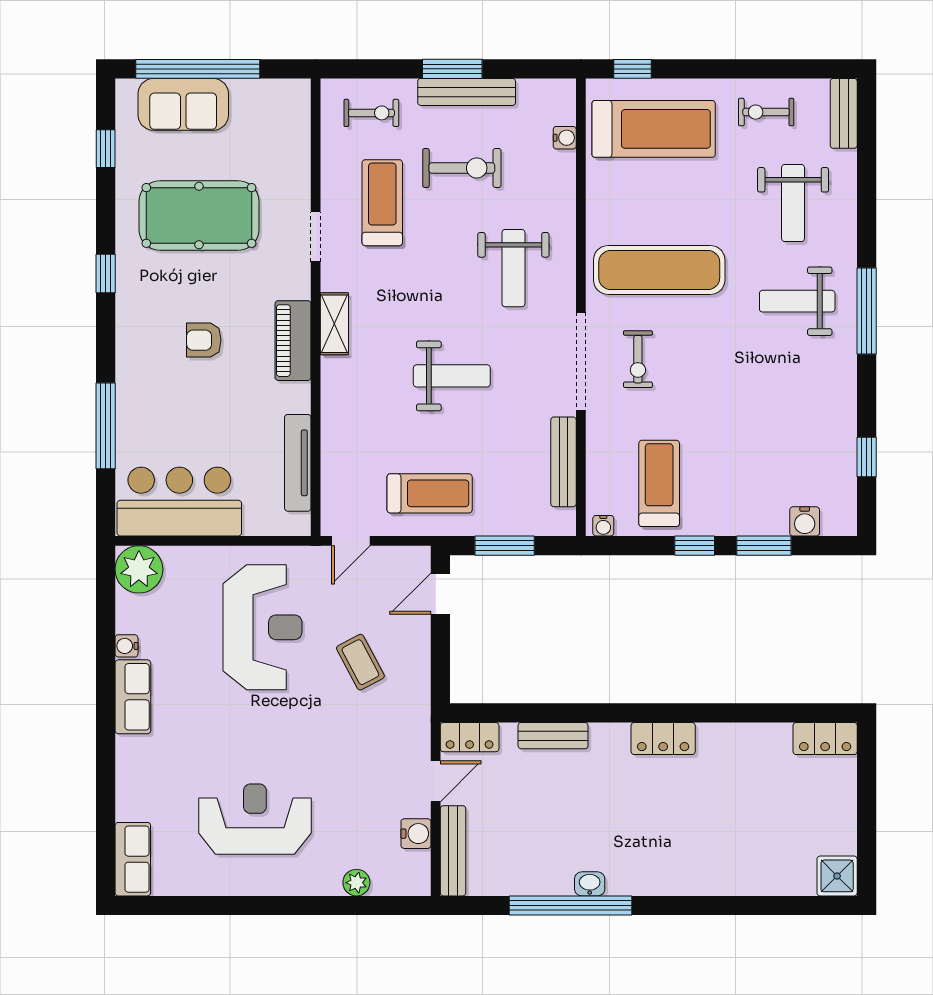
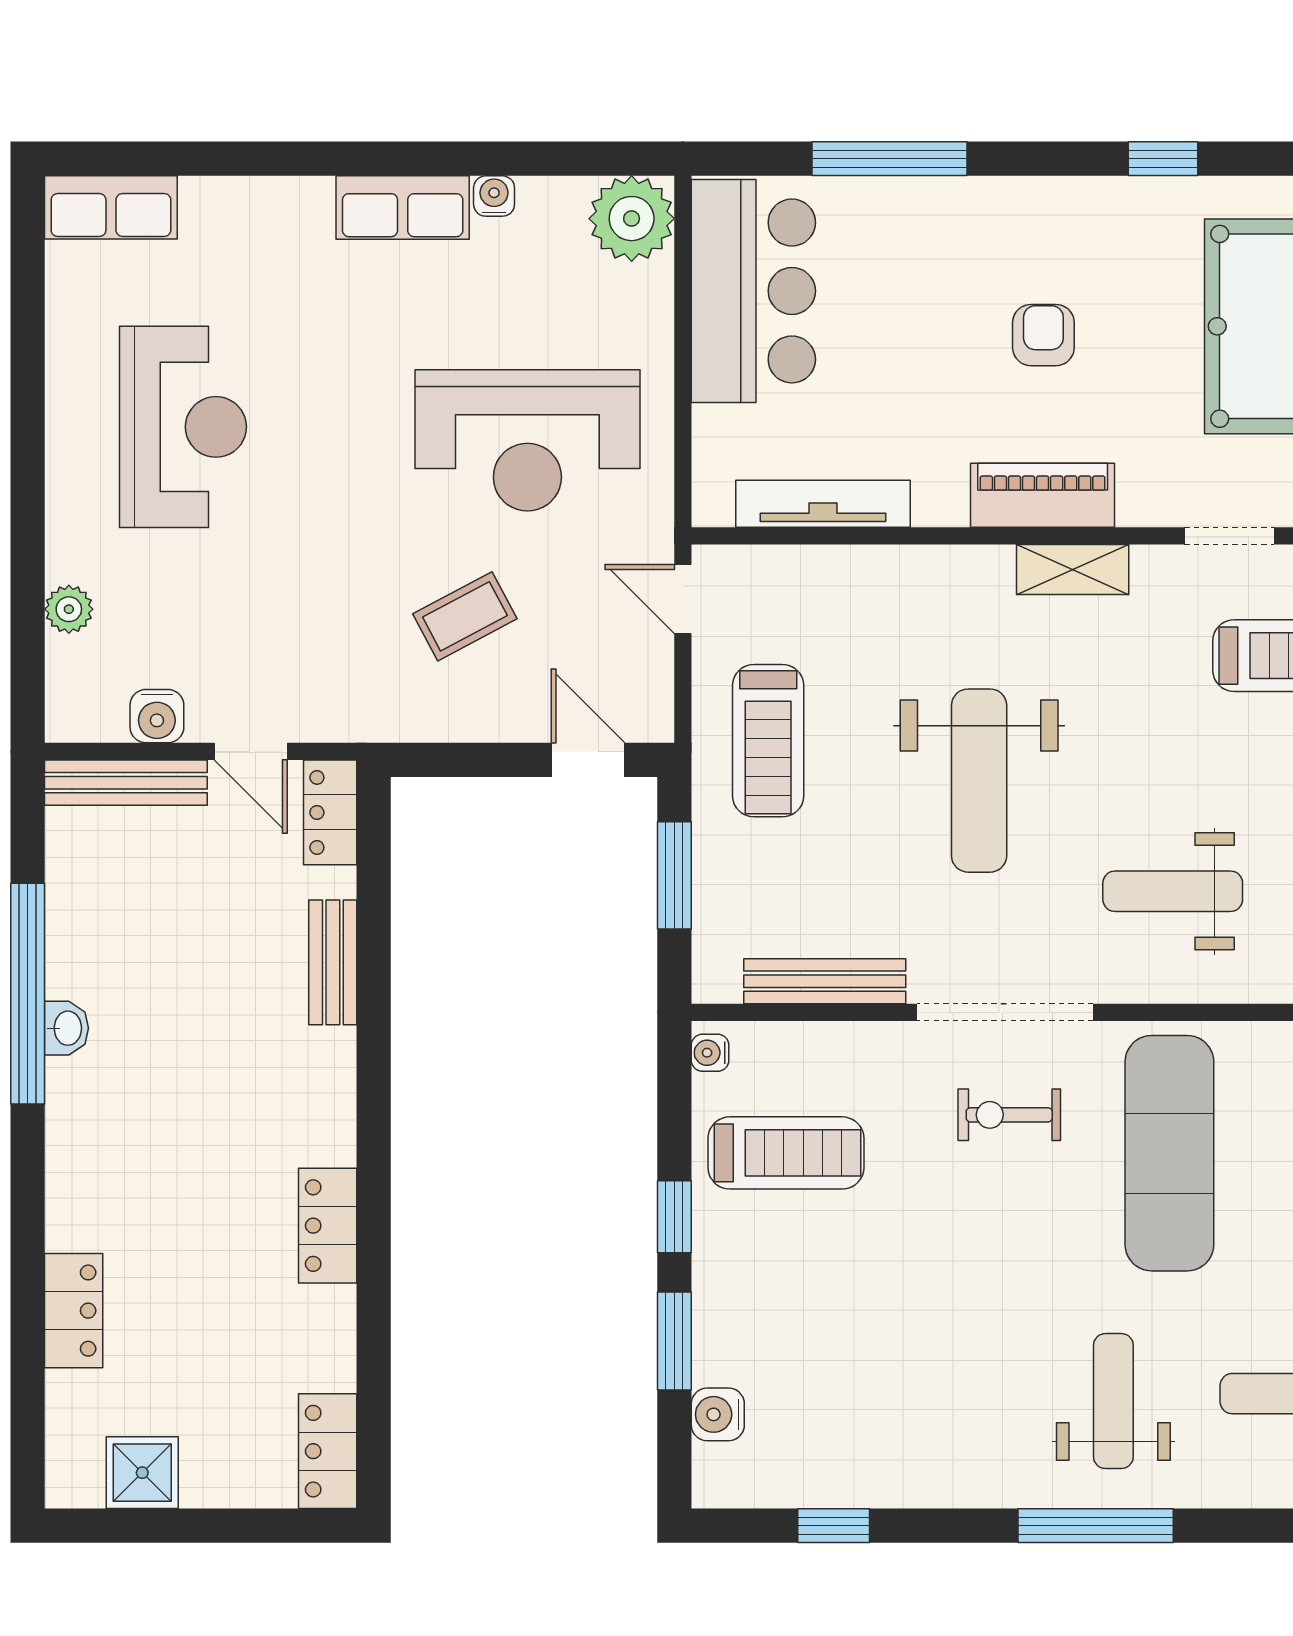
weight bench: (452, 376) -> (979, 781), width x1.36, depth x1.33
locker: (663, 739) -> (328, 1226), moved
shower: (837, 876) -> (142, 1473), moved
locker: (747, 880) -> (74, 1311), added

